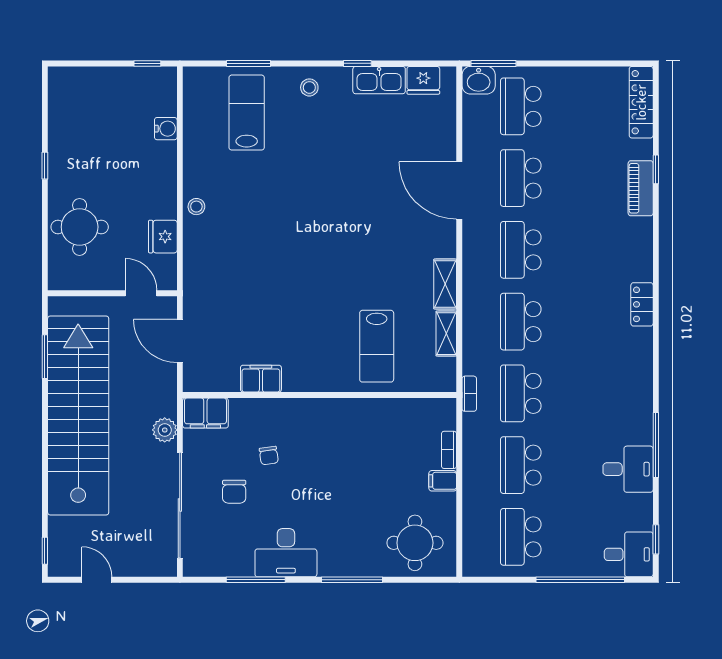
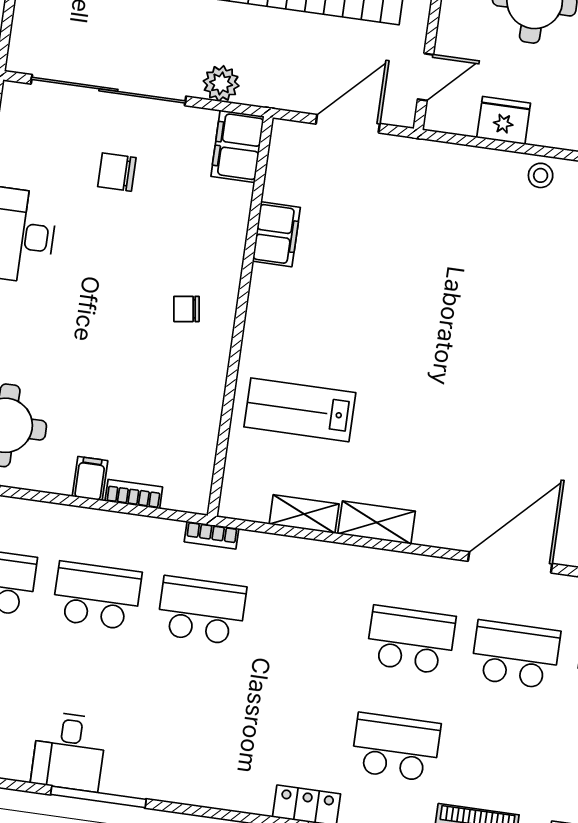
school desk: (521, 322) -> (396, 747), moved
chair: (269, 456) -> (187, 309), moved

